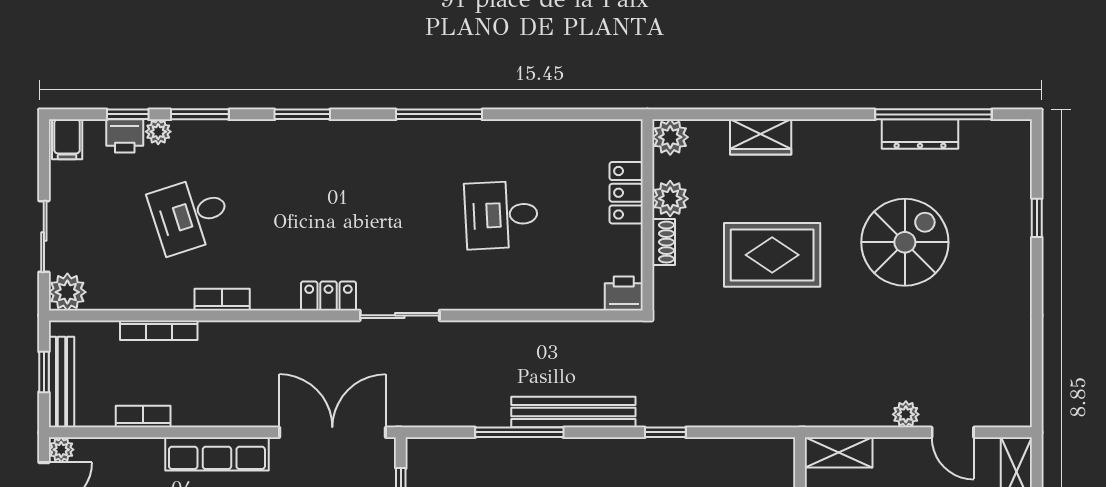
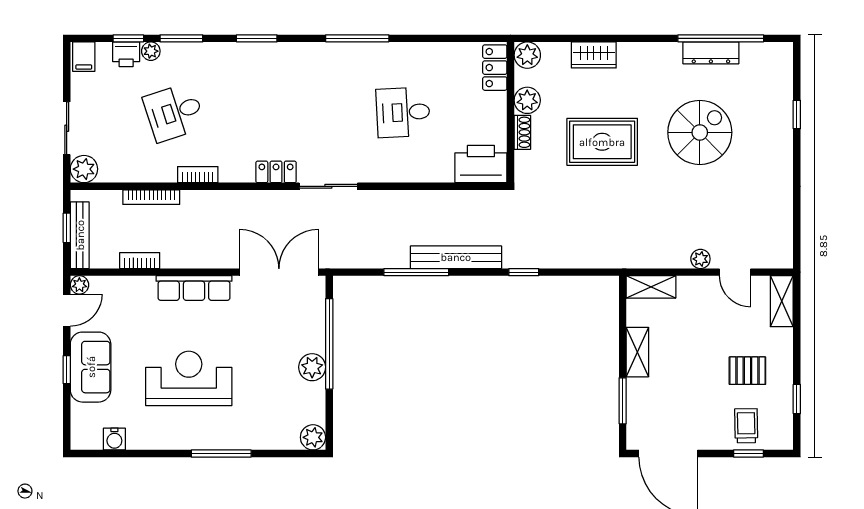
locker: (626, 193) -> (495, 68), moved
printer: (624, 293) -> (481, 164), width x1.87, depth x1.48

